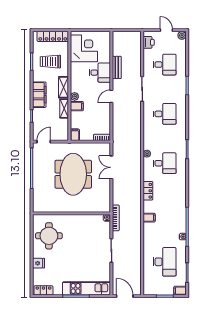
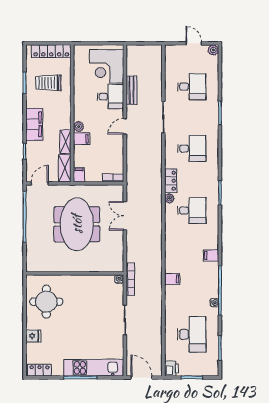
printer: (149, 42) -> (172, 369), moved
corner desk: (84, 48) -> (107, 66), moved, turned 180
shelving: (64, 87) -> (65, 168), moved
locker: (148, 191) -> (171, 181), moved
filing cabinet: (180, 291) -> (211, 255), moved

